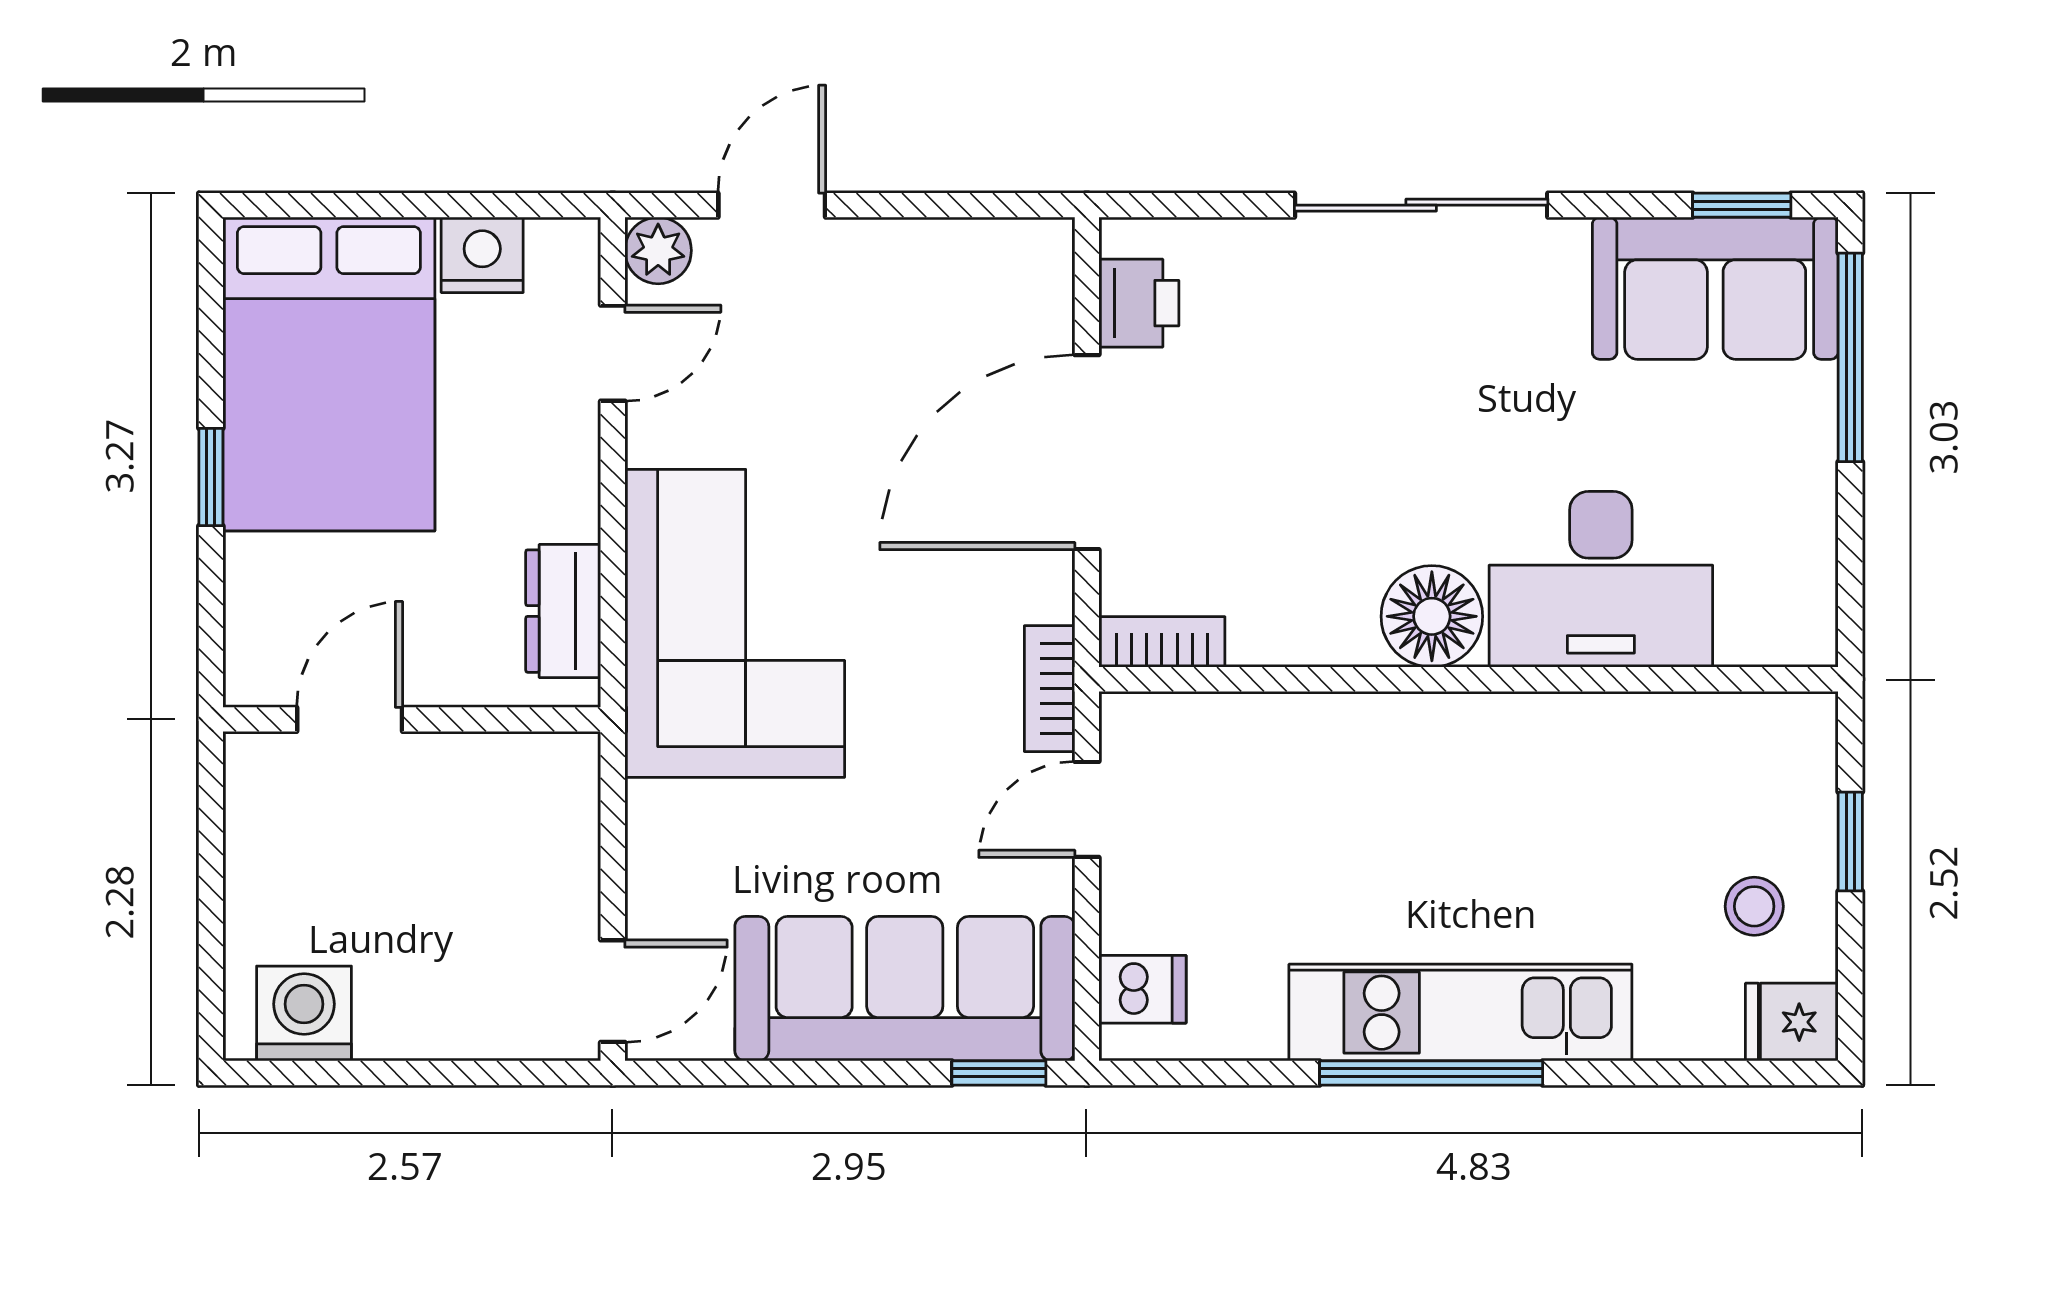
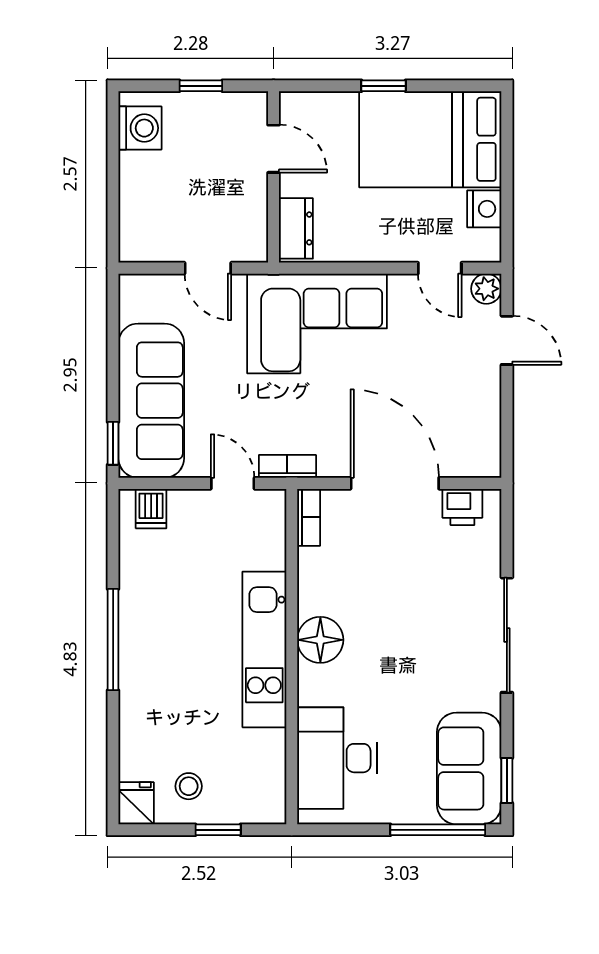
desk: (1601, 579) -> (337, 758), moved
dresser: (563, 611) -> (296, 228), moved, turned 90
window: (211, 879) -> (201, 86), added
door: (613, 991) -> (208, 268), moved
kitchen unit: (1460, 1013) -> (264, 649), moved, turned 180

